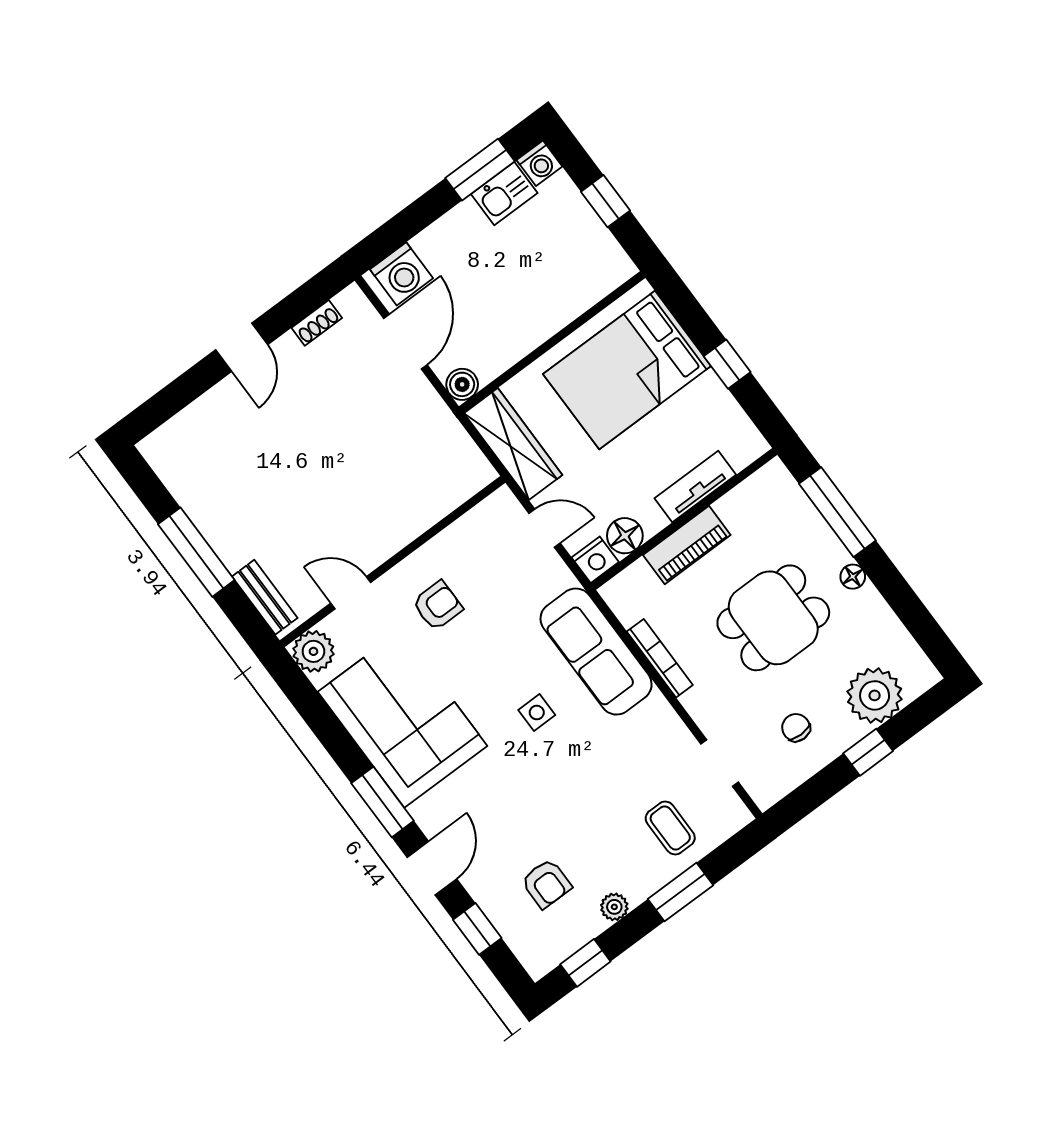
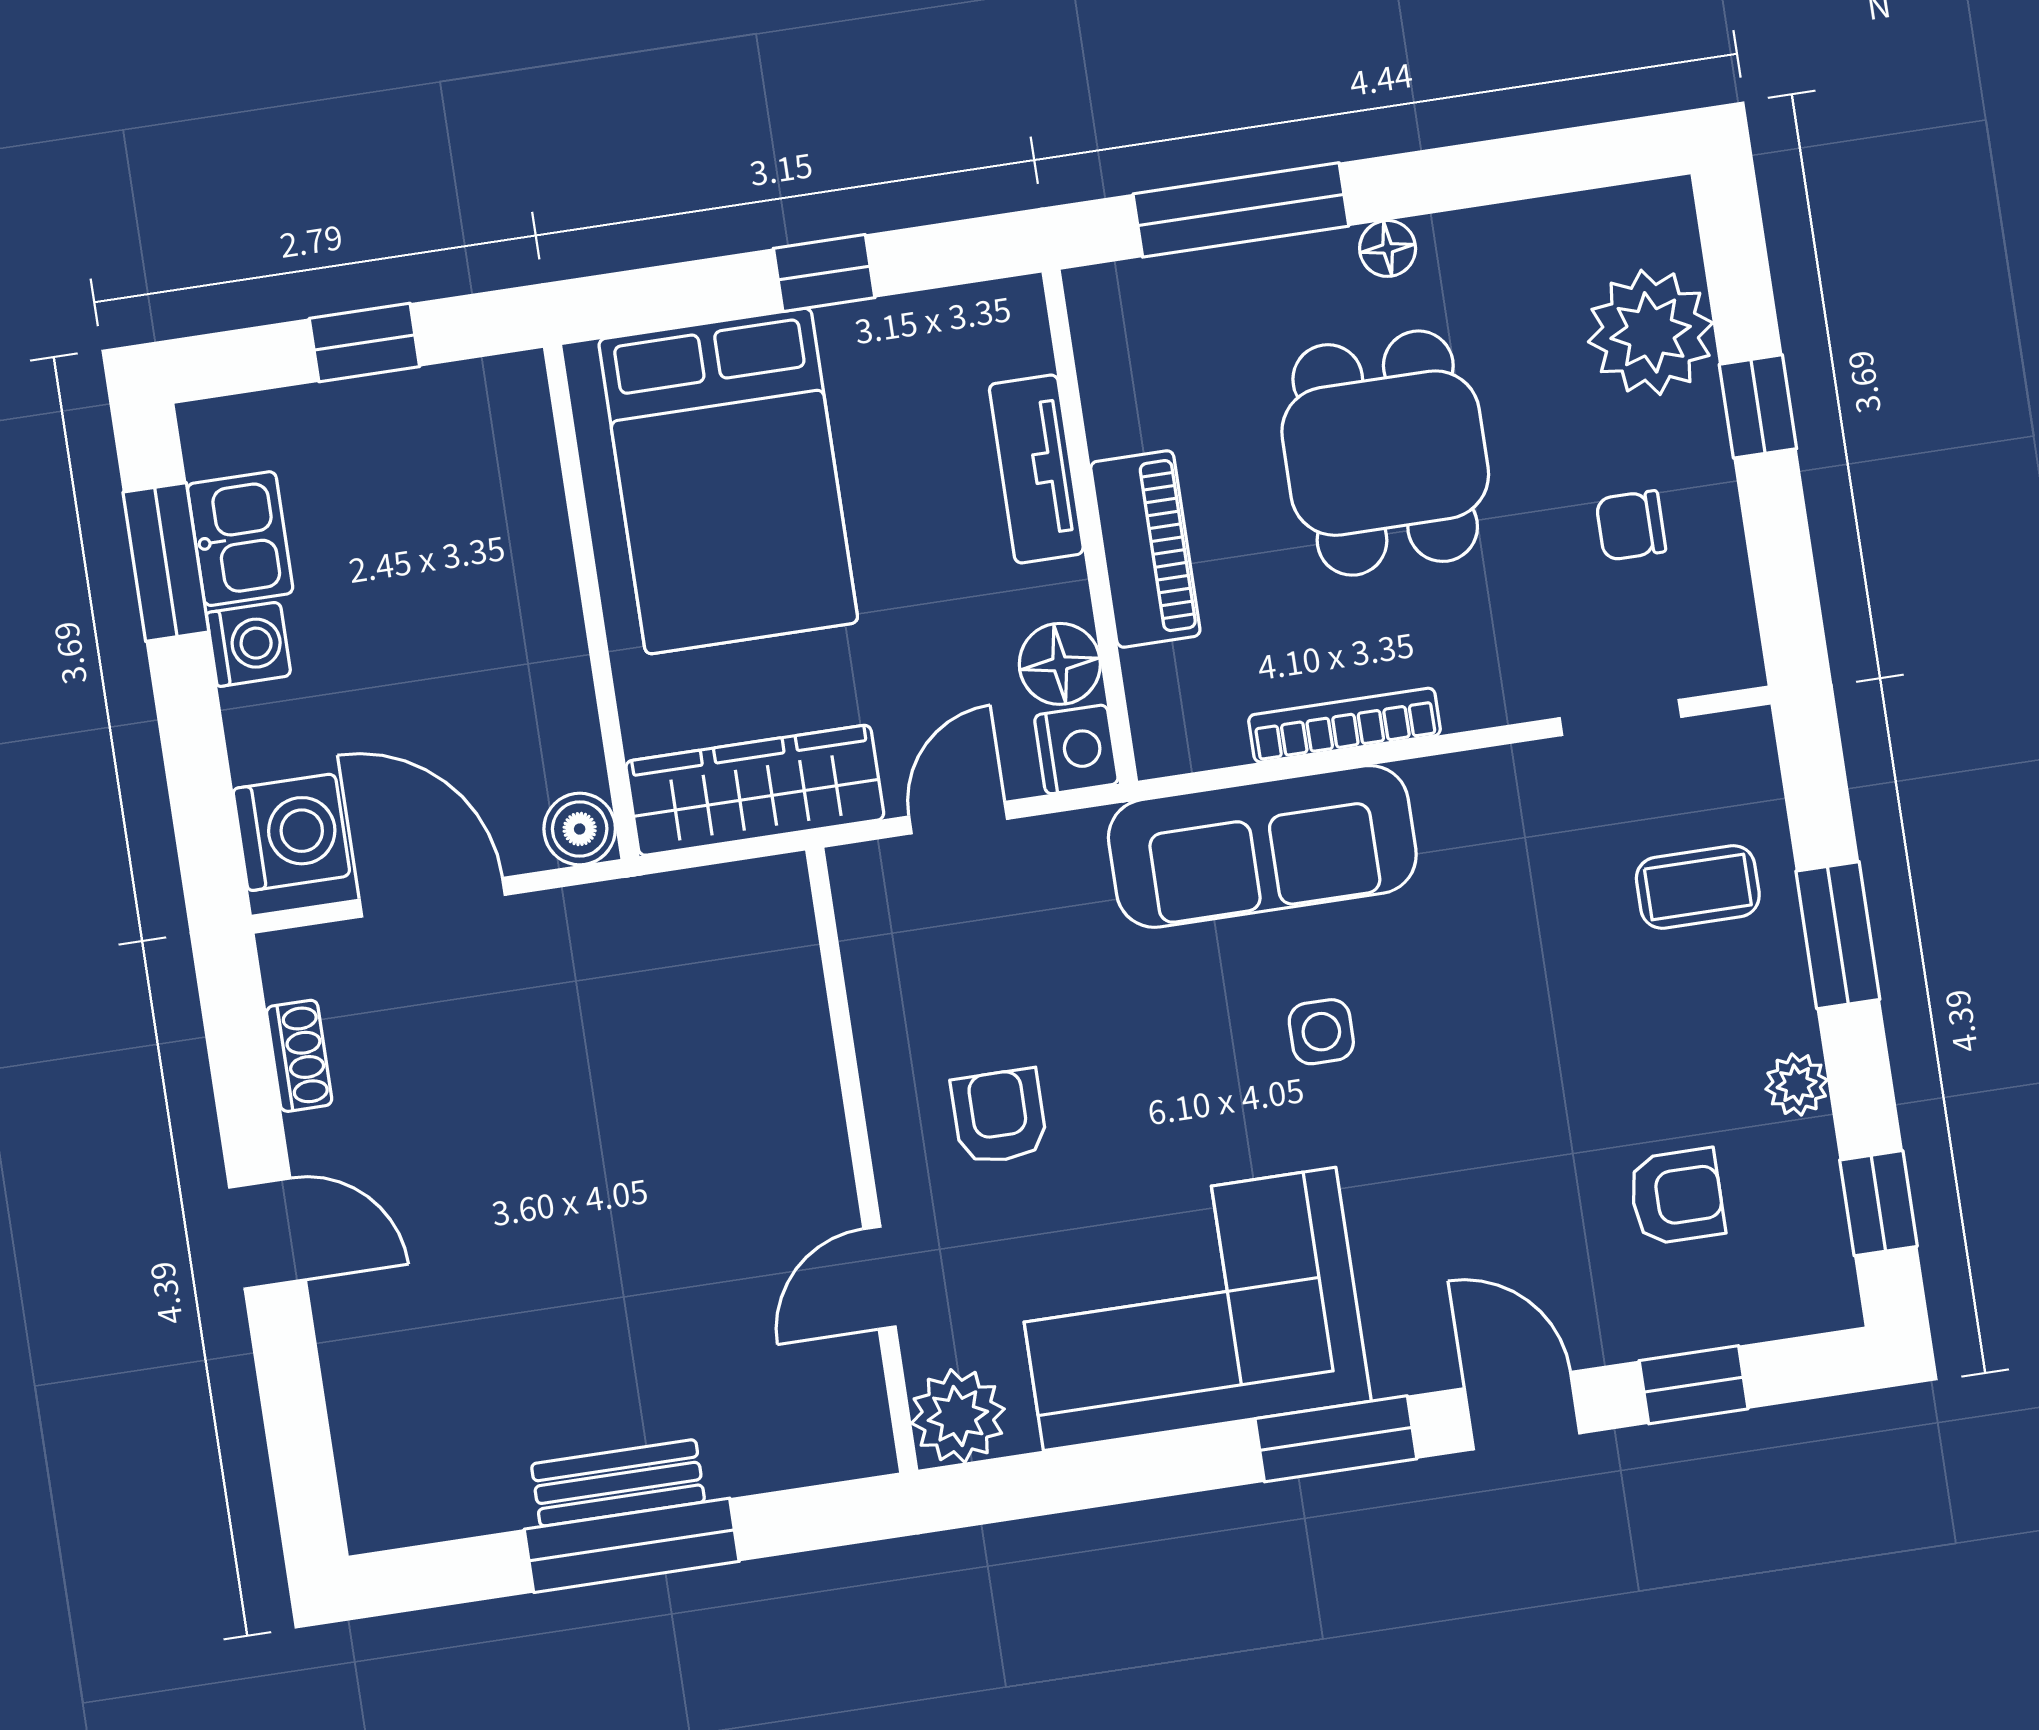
washing machine: (539, 163) -> (249, 644), moved
bench: (265, 597) -> (618, 1483), moved

